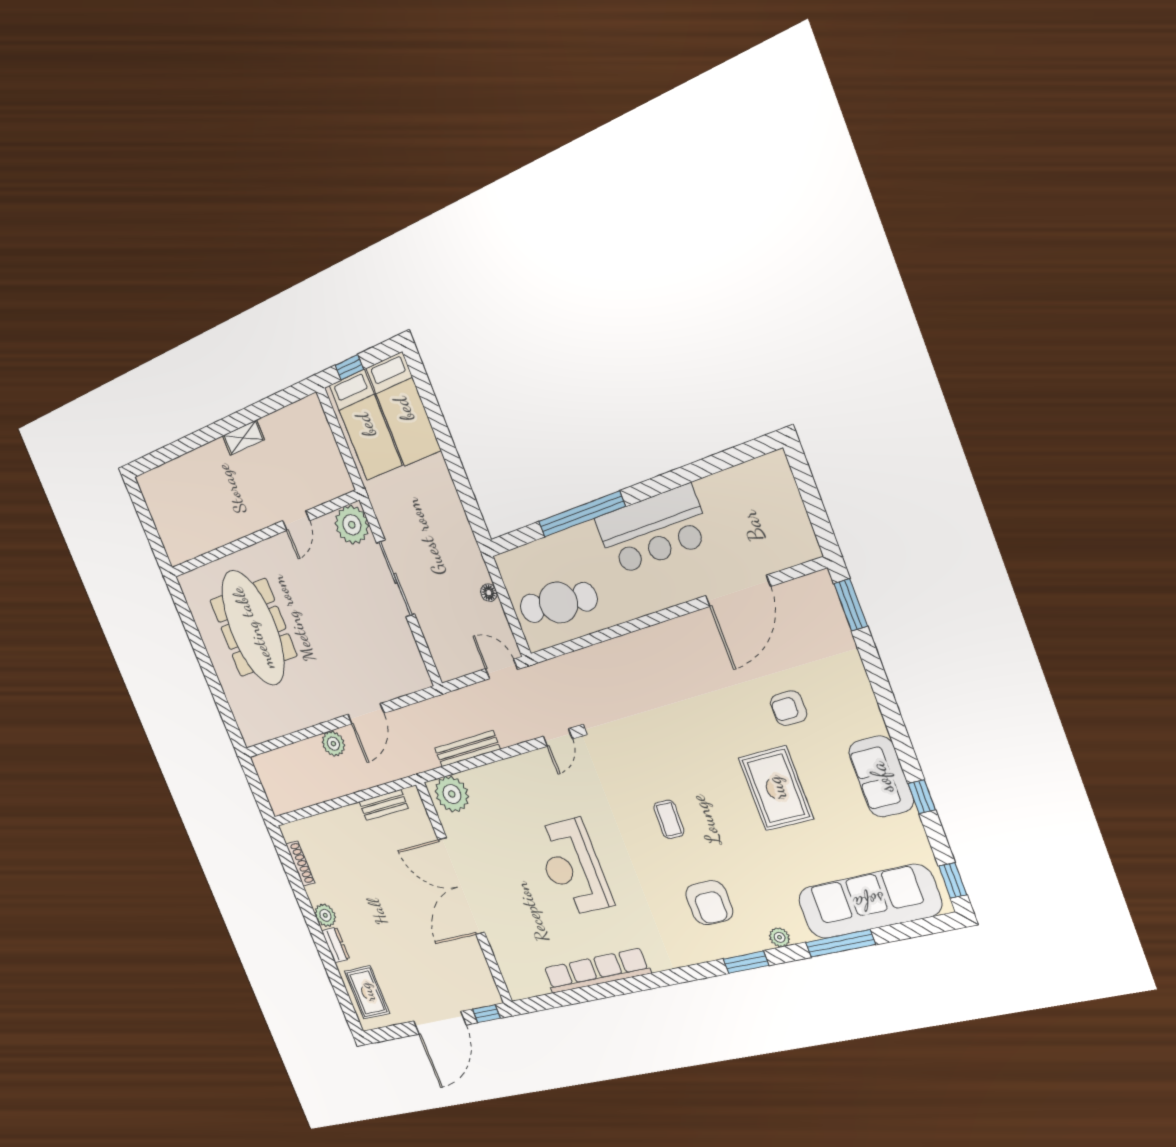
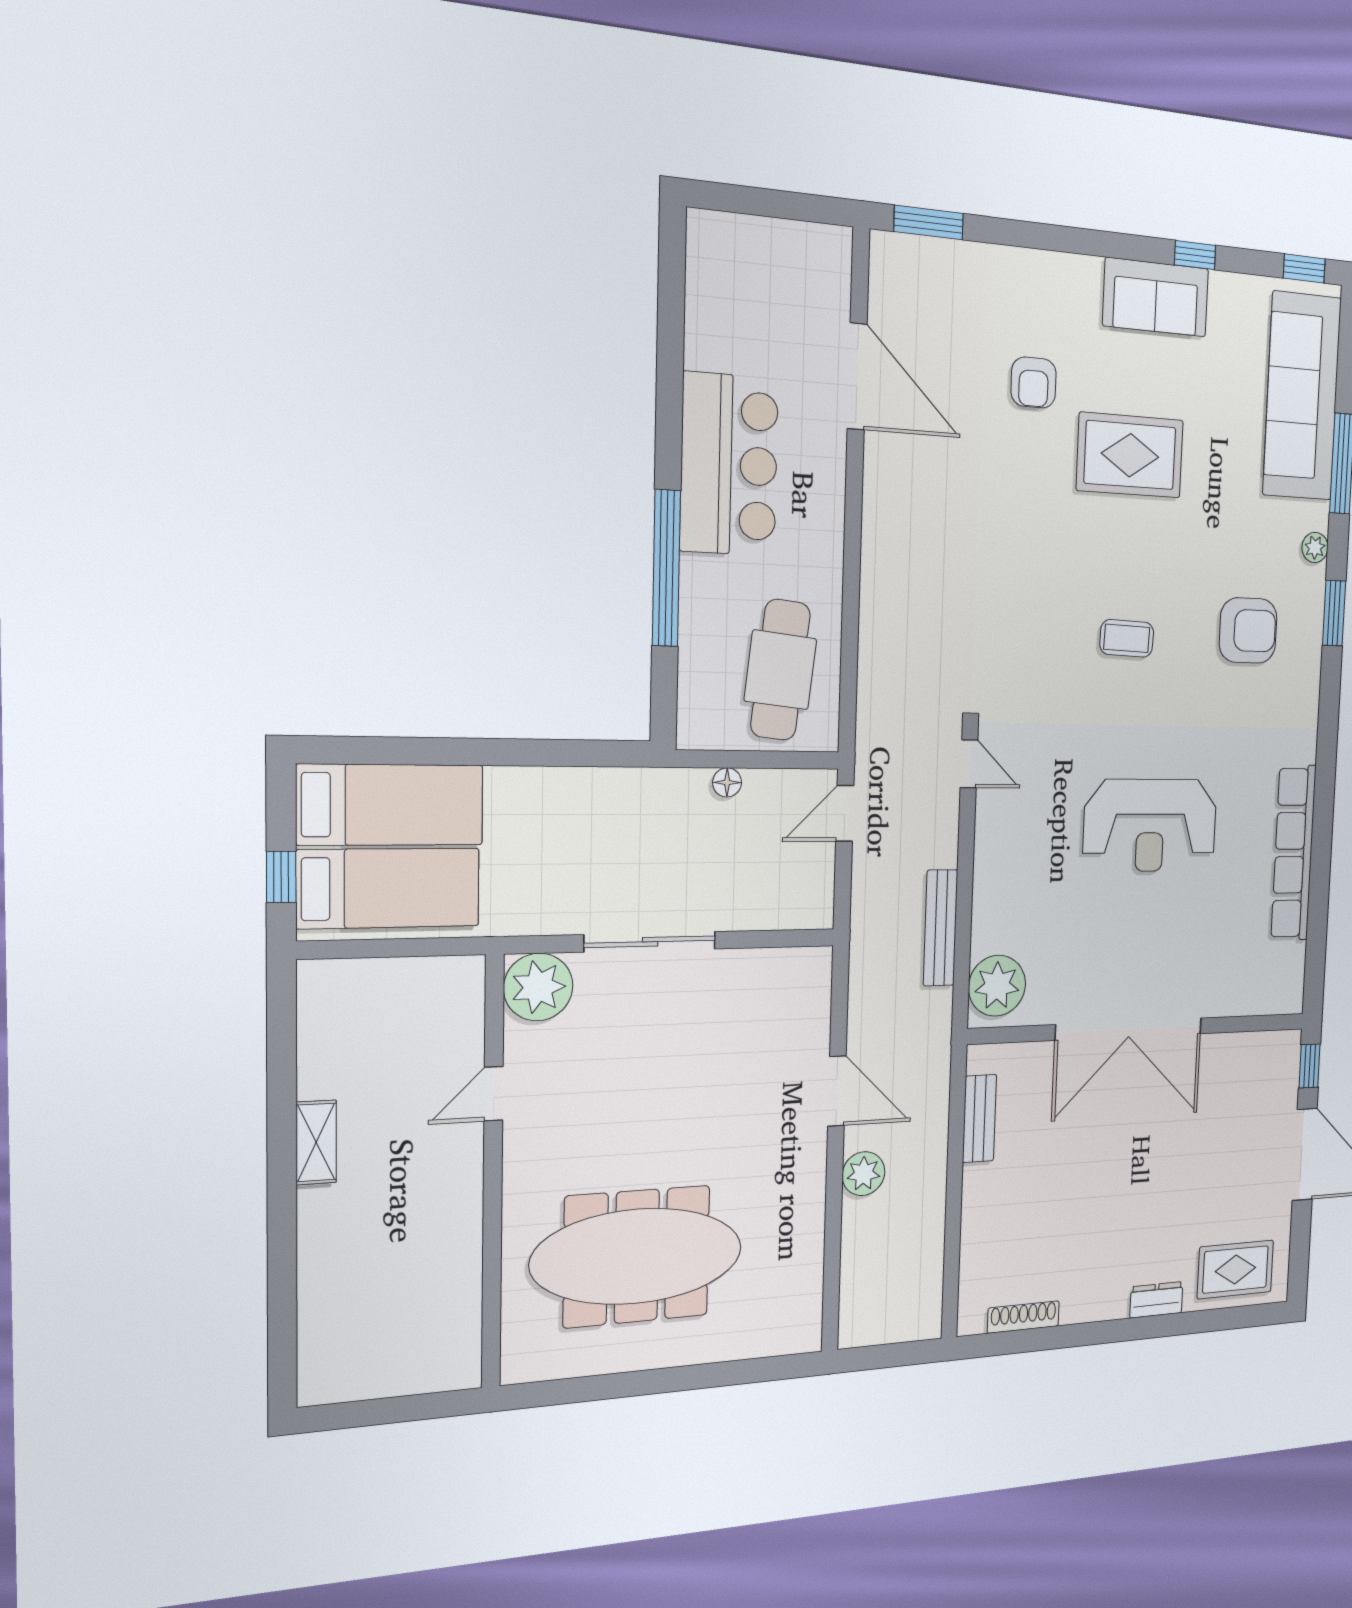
door: (296, 521) -> (494, 1094), swing flipped
plant: (325, 915) -> (1110, 1301), removed

